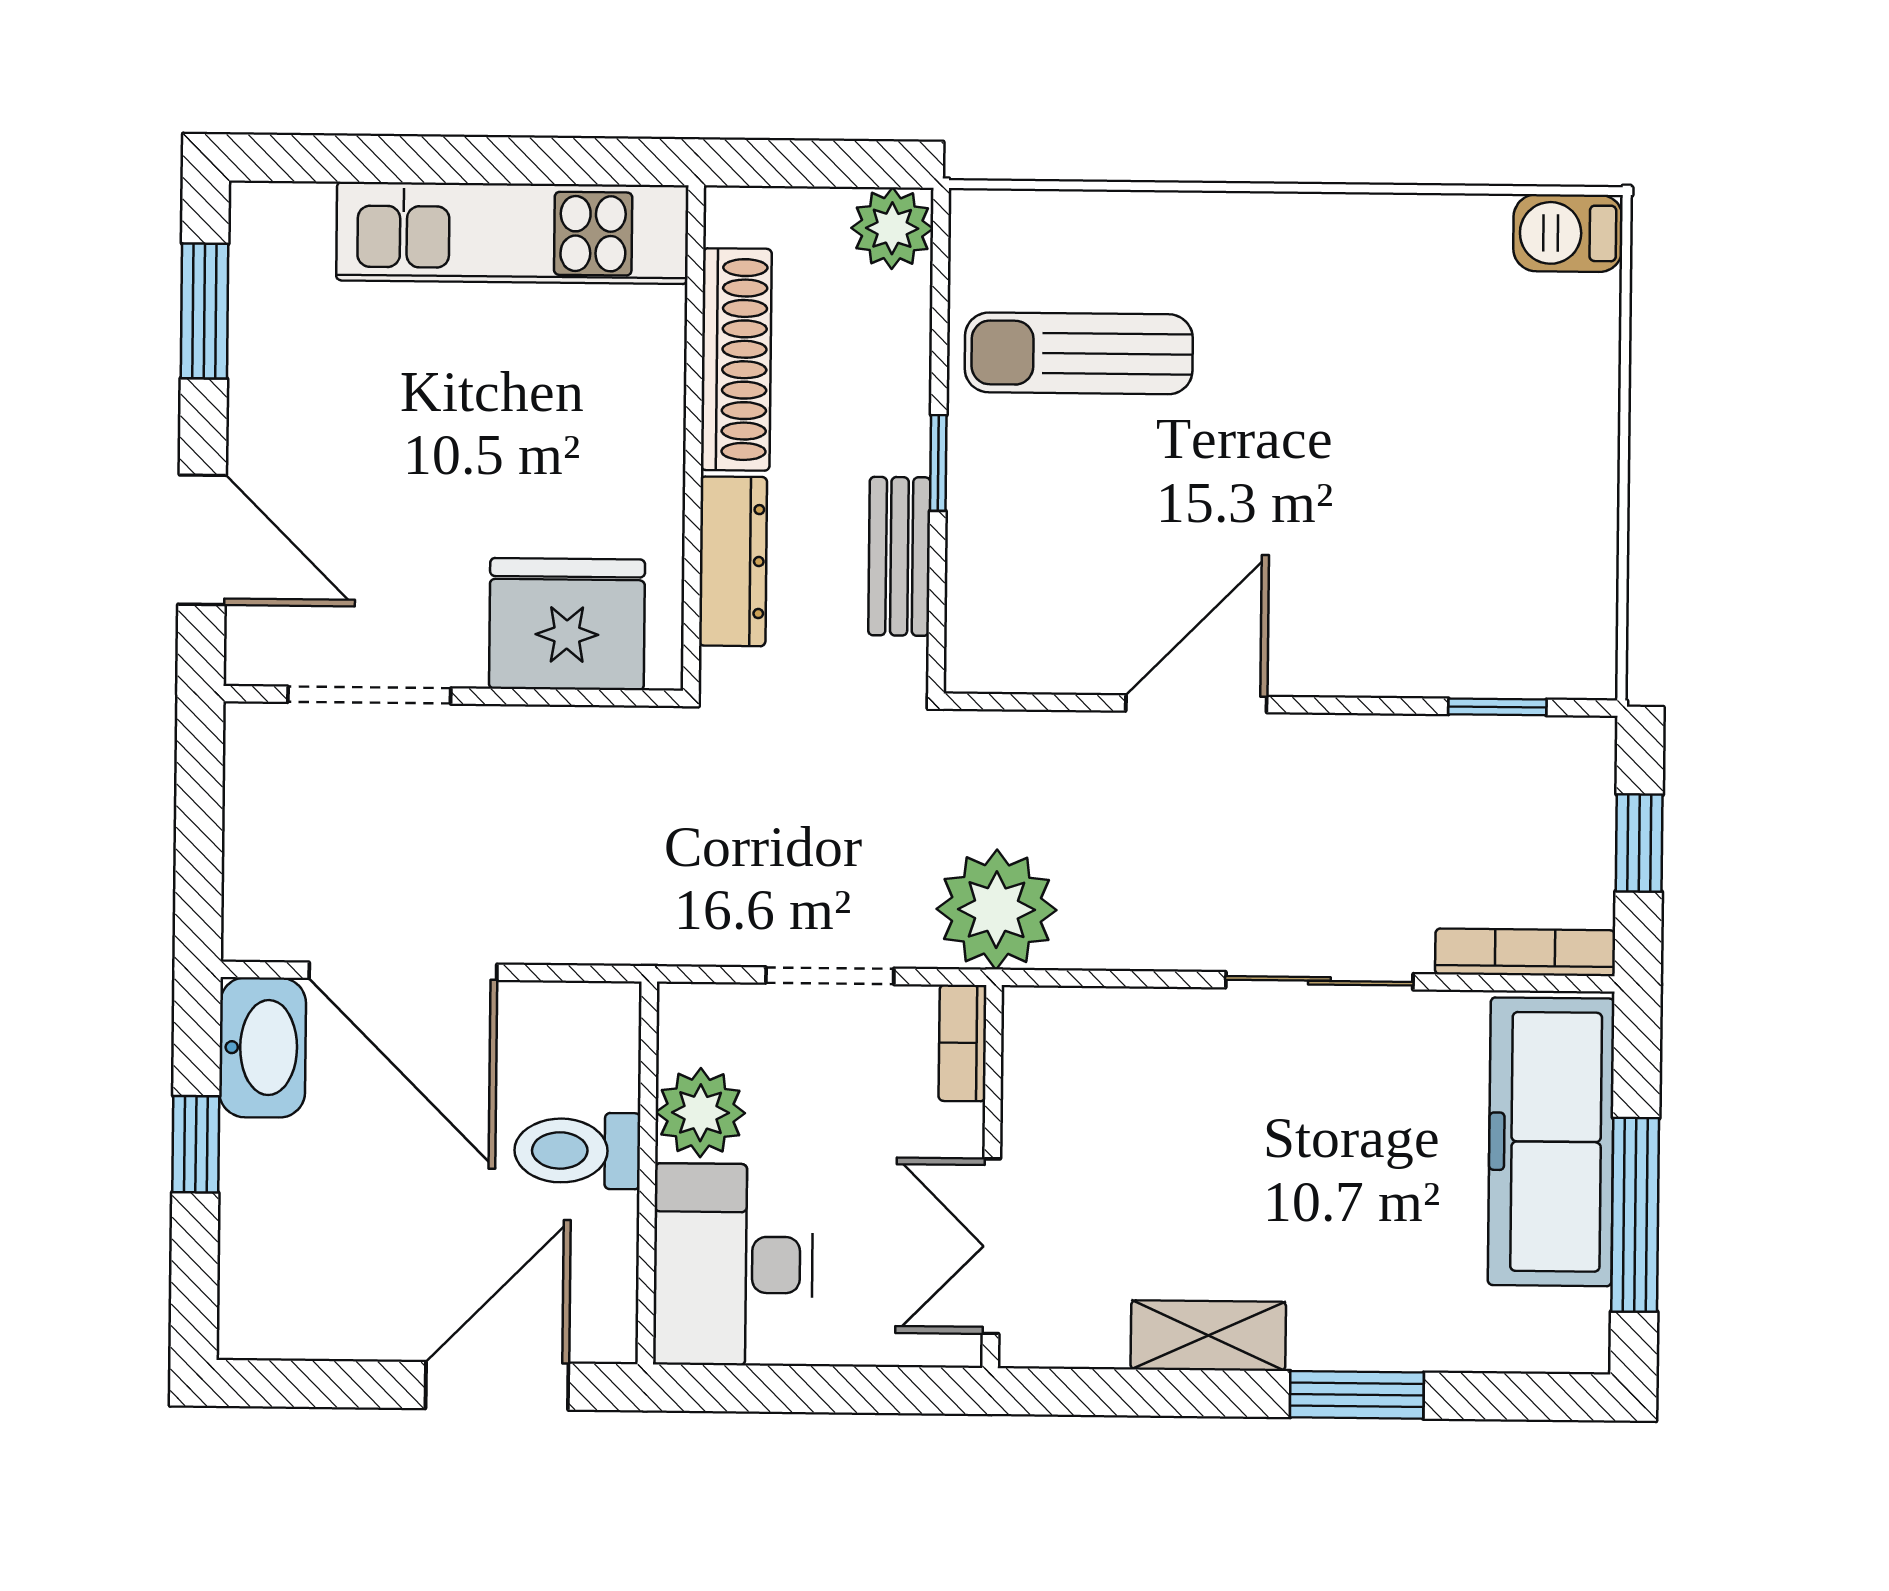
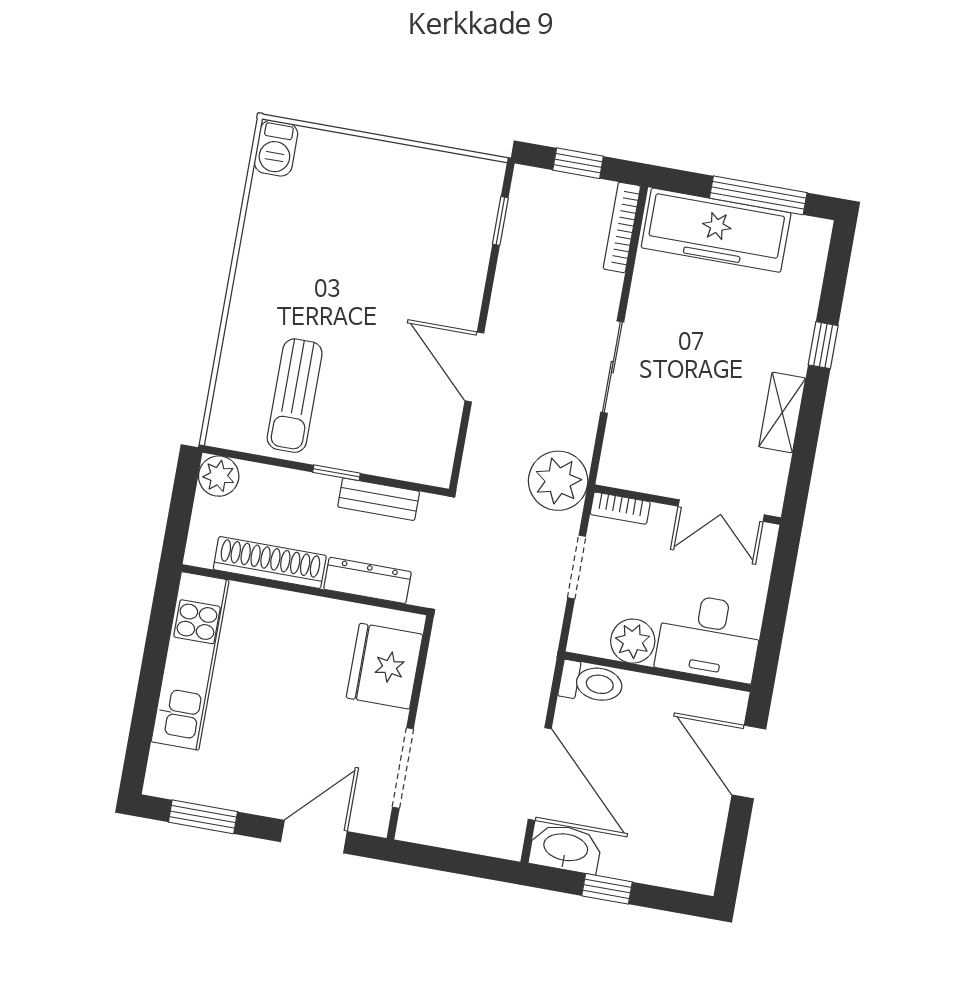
door: (403, 971) -> (540, 774), hinge flipped
sliding door: (1319, 981) -> (612, 367), moved
toilet: (577, 1151) -> (591, 683), moved, turned -90
window: (1357, 1395) -> (823, 345), width x0.67

